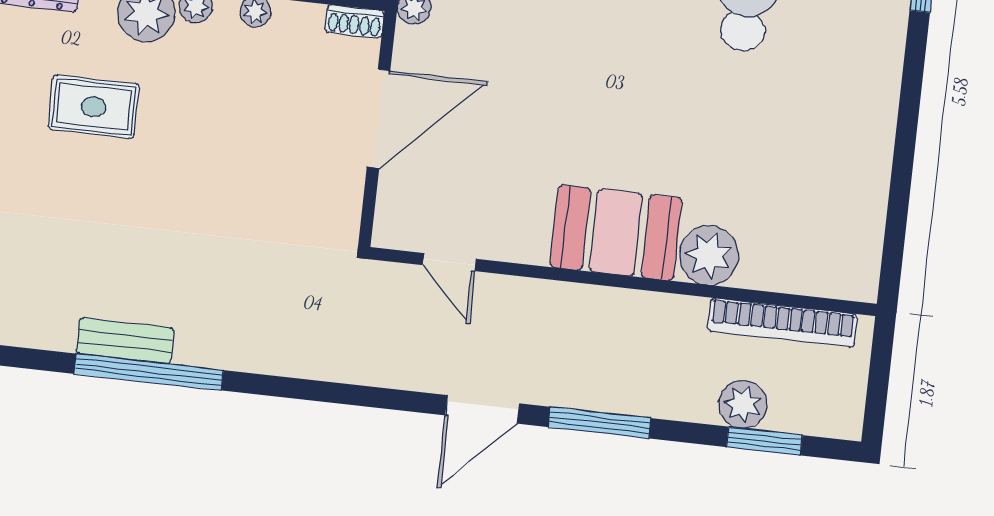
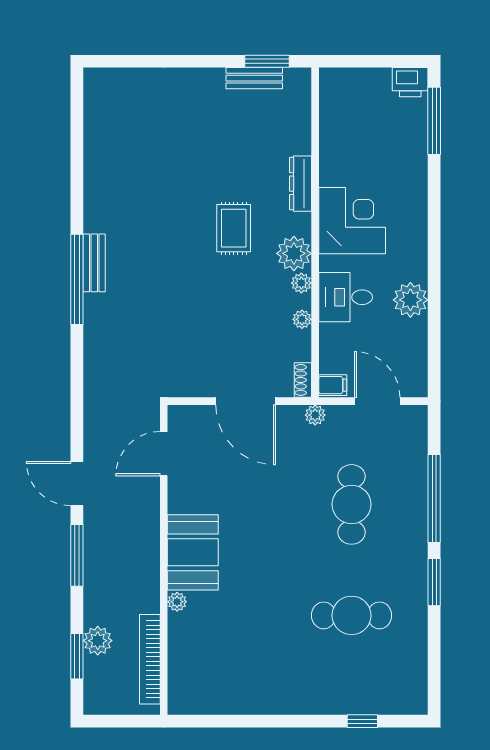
plant: (709, 255) -> (177, 602), width x0.53, depth x0.53
door: (450, 262) -> (164, 454), width x1.38

